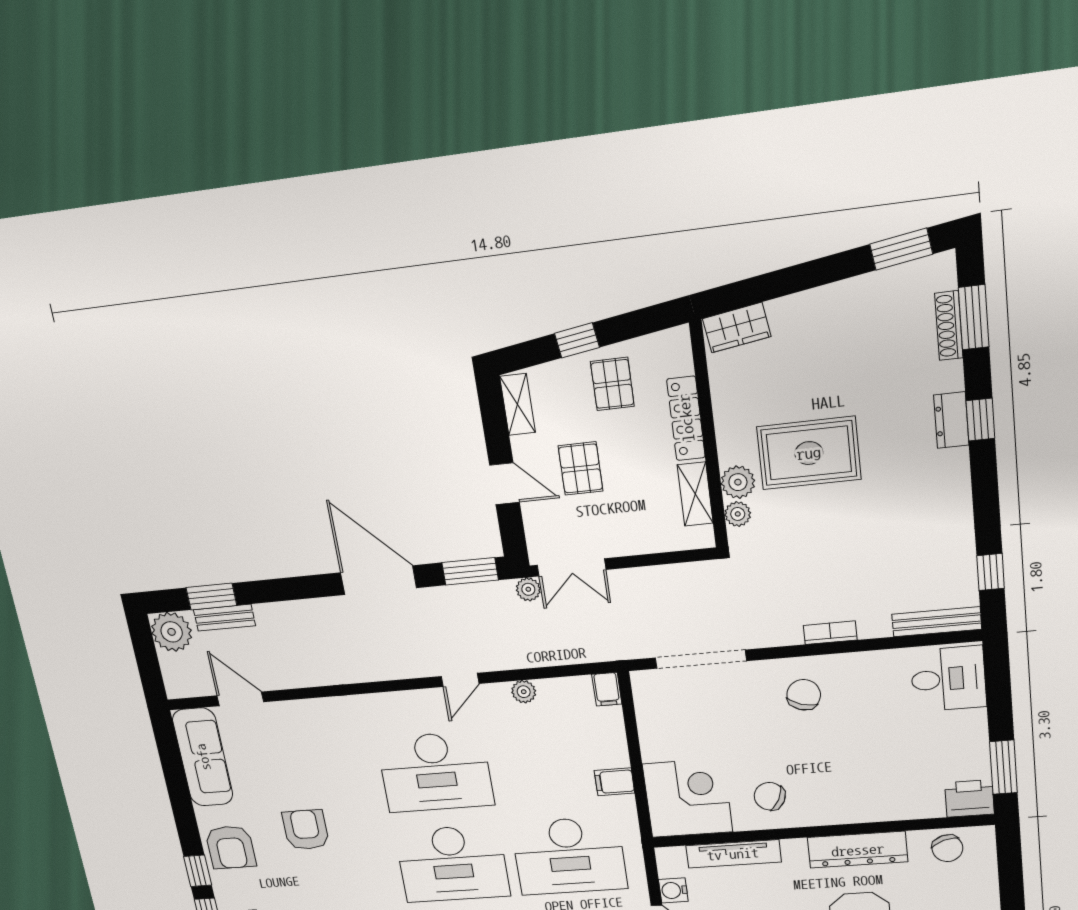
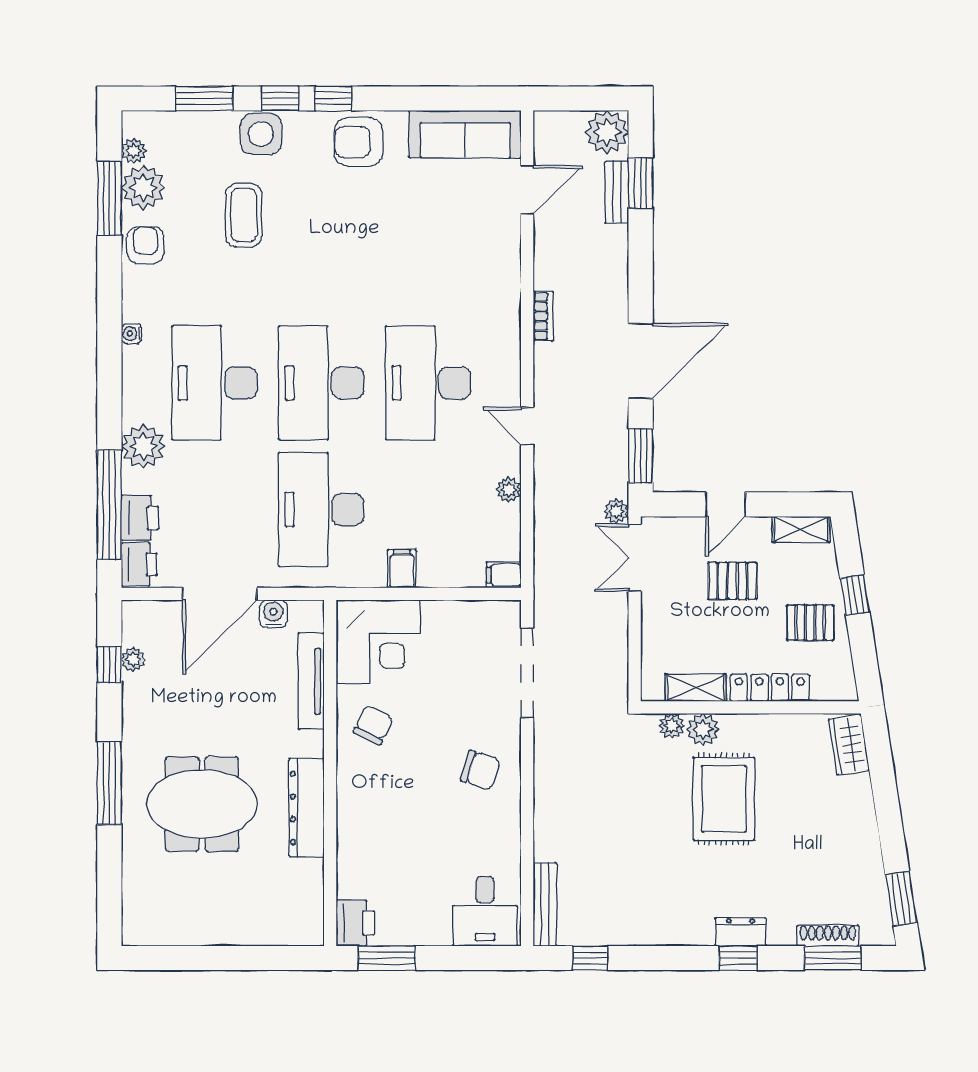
bookcase: (830, 633) -> (543, 316), moved
armchair: (306, 830) -> (373, 230), removed
chair: (947, 848) -> (302, 898), removed

